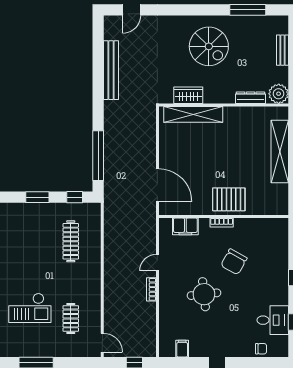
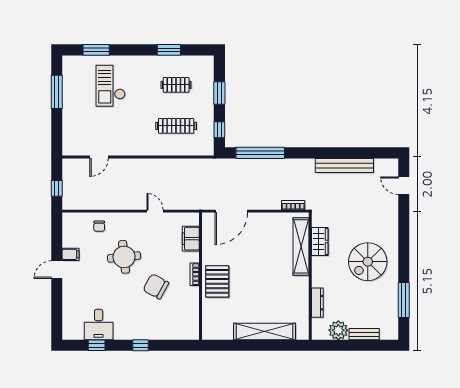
plant: (279, 94) -> (338, 330), moved
bookcase: (151, 289) -> (293, 205), moved
clothes rail: (71, 318) -> (176, 85), moved
door: (102, 343) -> (99, 157), moved
filing cabinet: (182, 349) -> (71, 254), moved
chair: (261, 349) -> (99, 226), moved

